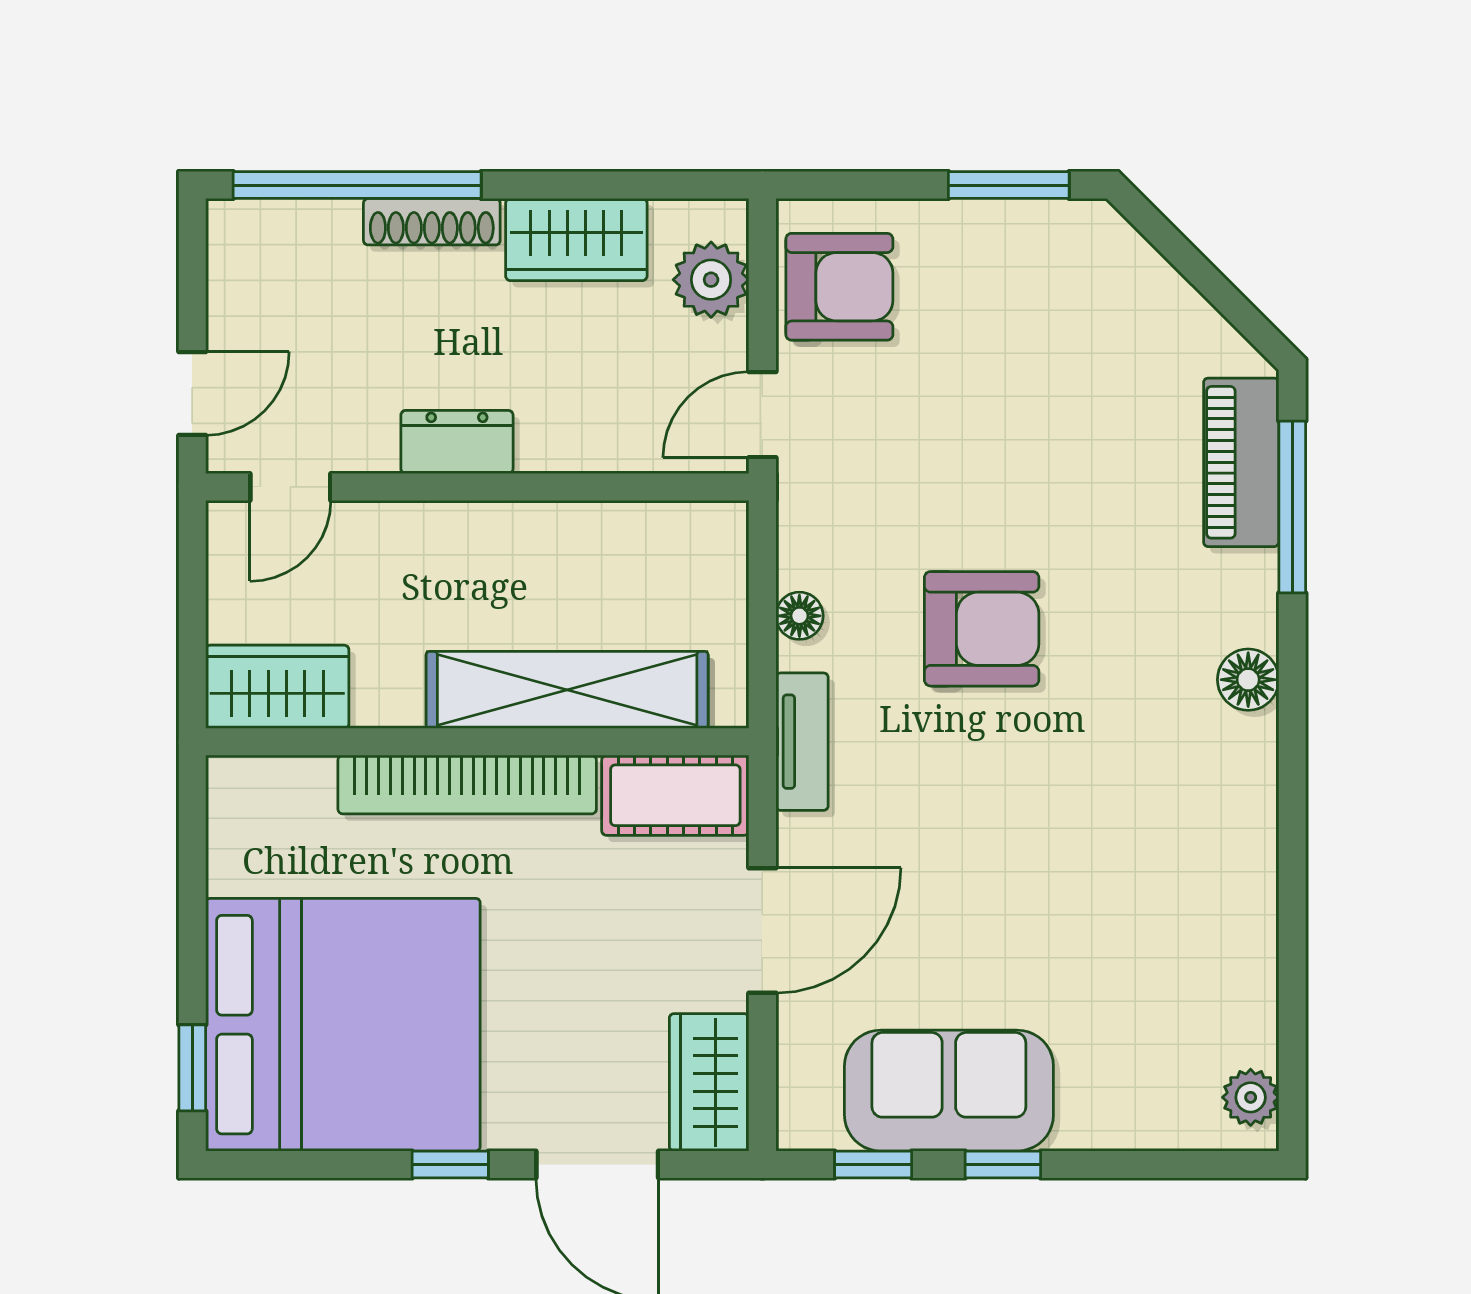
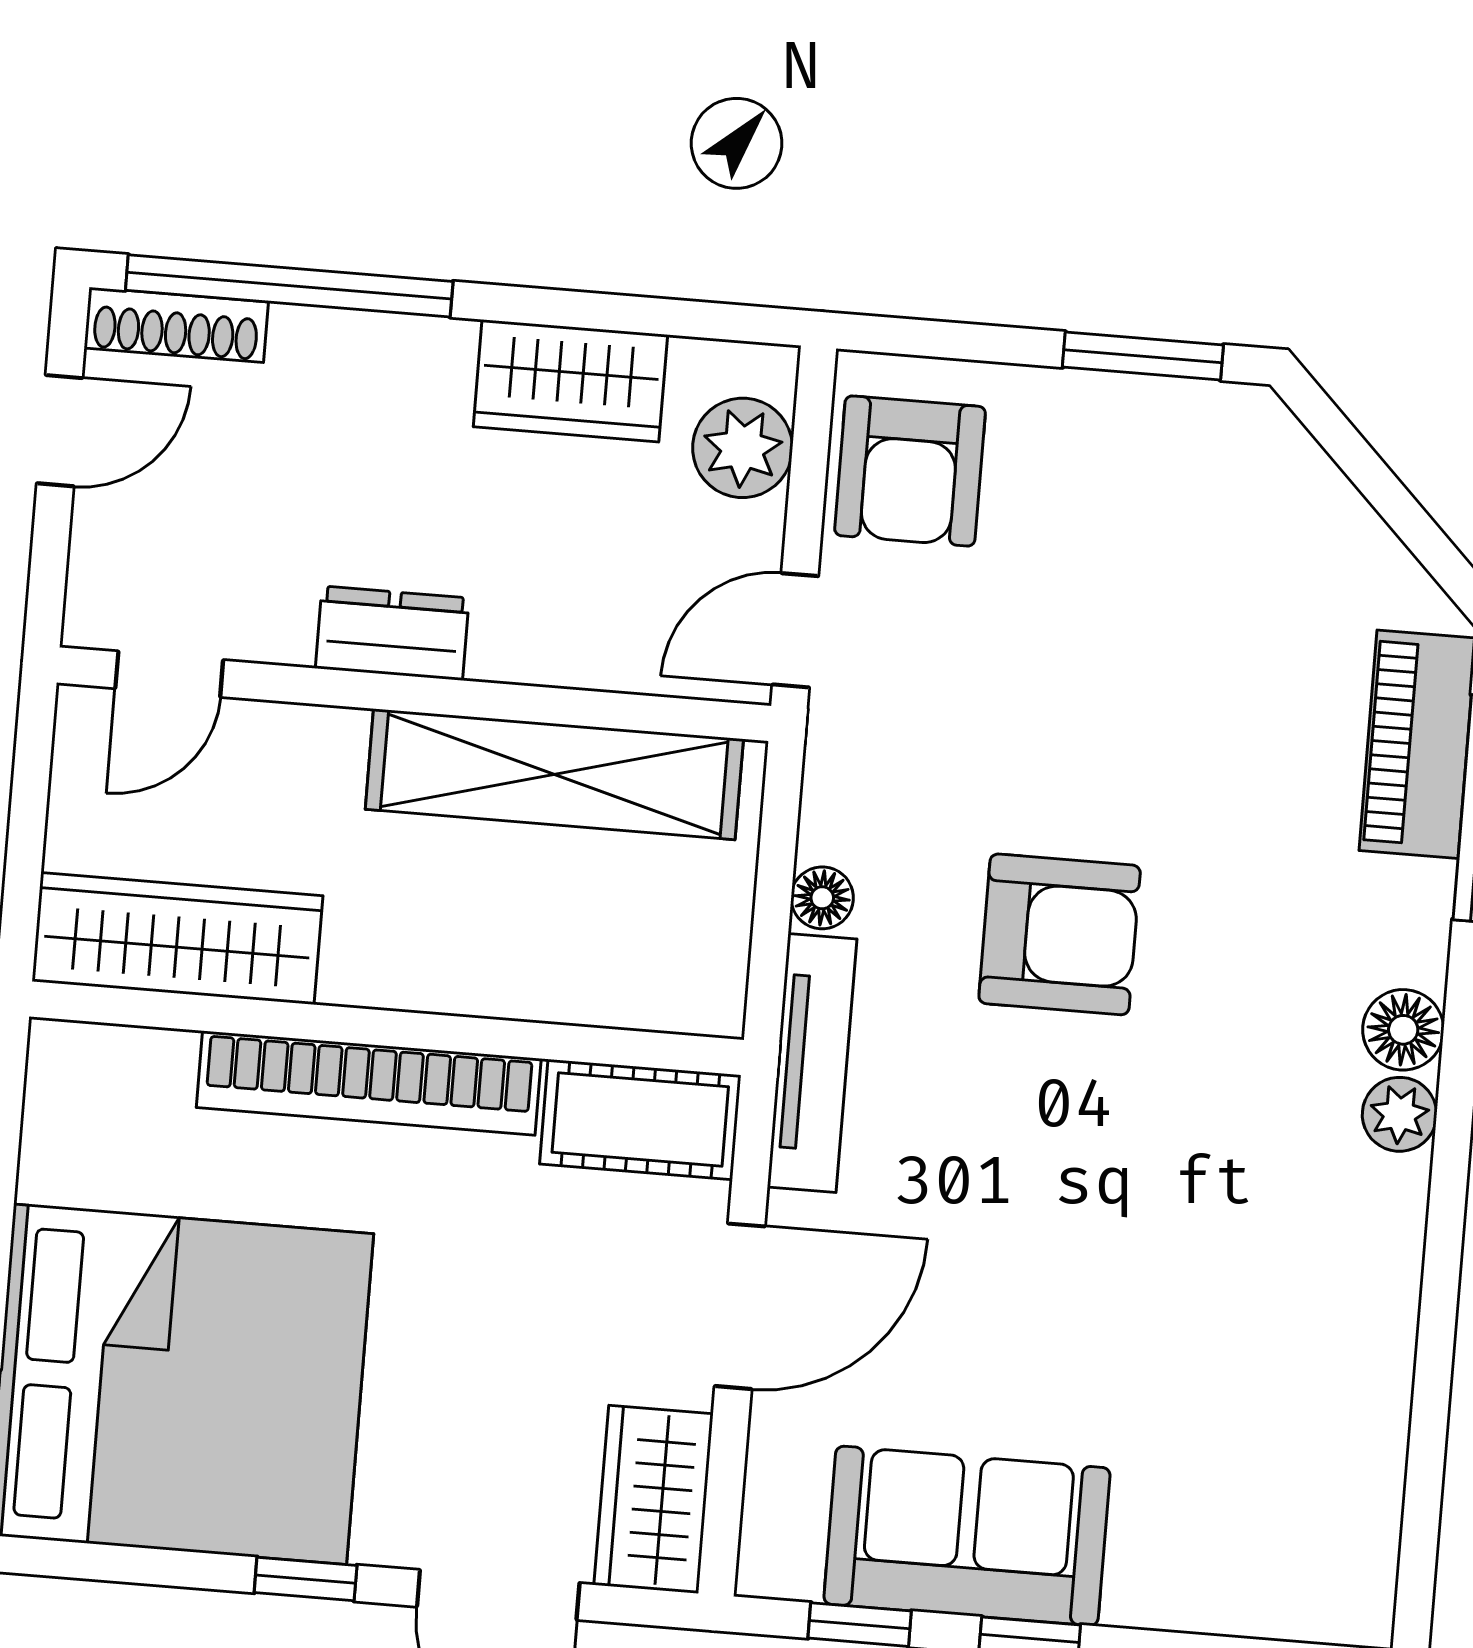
shoe rack: (432, 222) -> (176, 325), moved
armchair: (839, 287) -> (910, 471), turned 90
door: (192, 394) -> (60, 431), moved
wardrobe: (277, 687) -> (177, 938), width x1.50
shelving: (567, 690) -> (554, 774), moved
tv unit: (802, 742) -> (812, 1063), width x1.41
plant: (1251, 1097) -> (1400, 1114), moved

